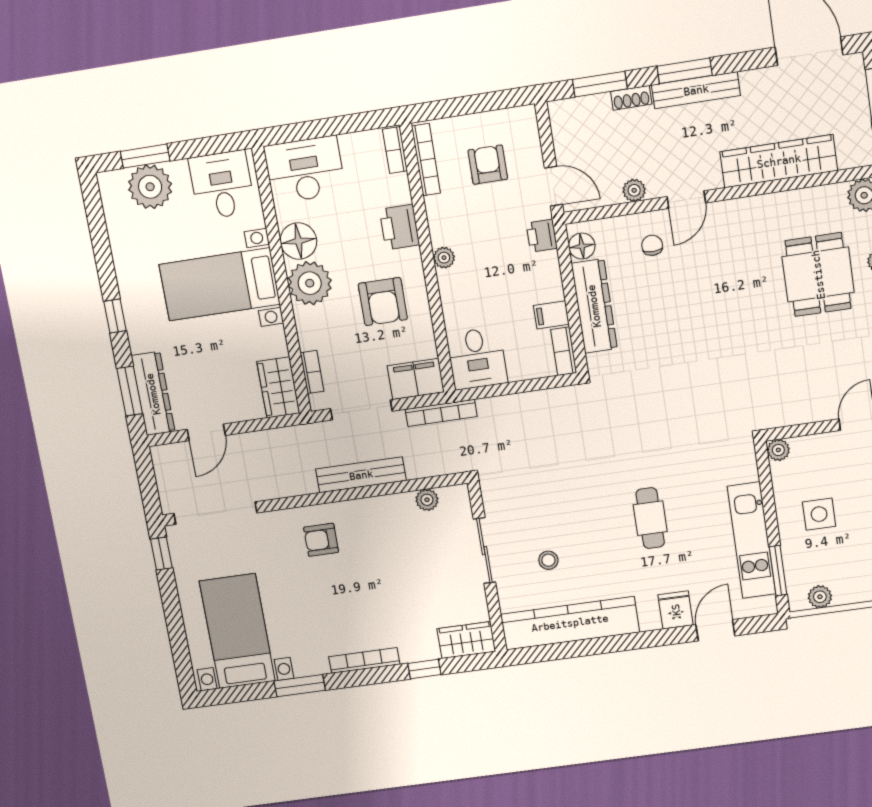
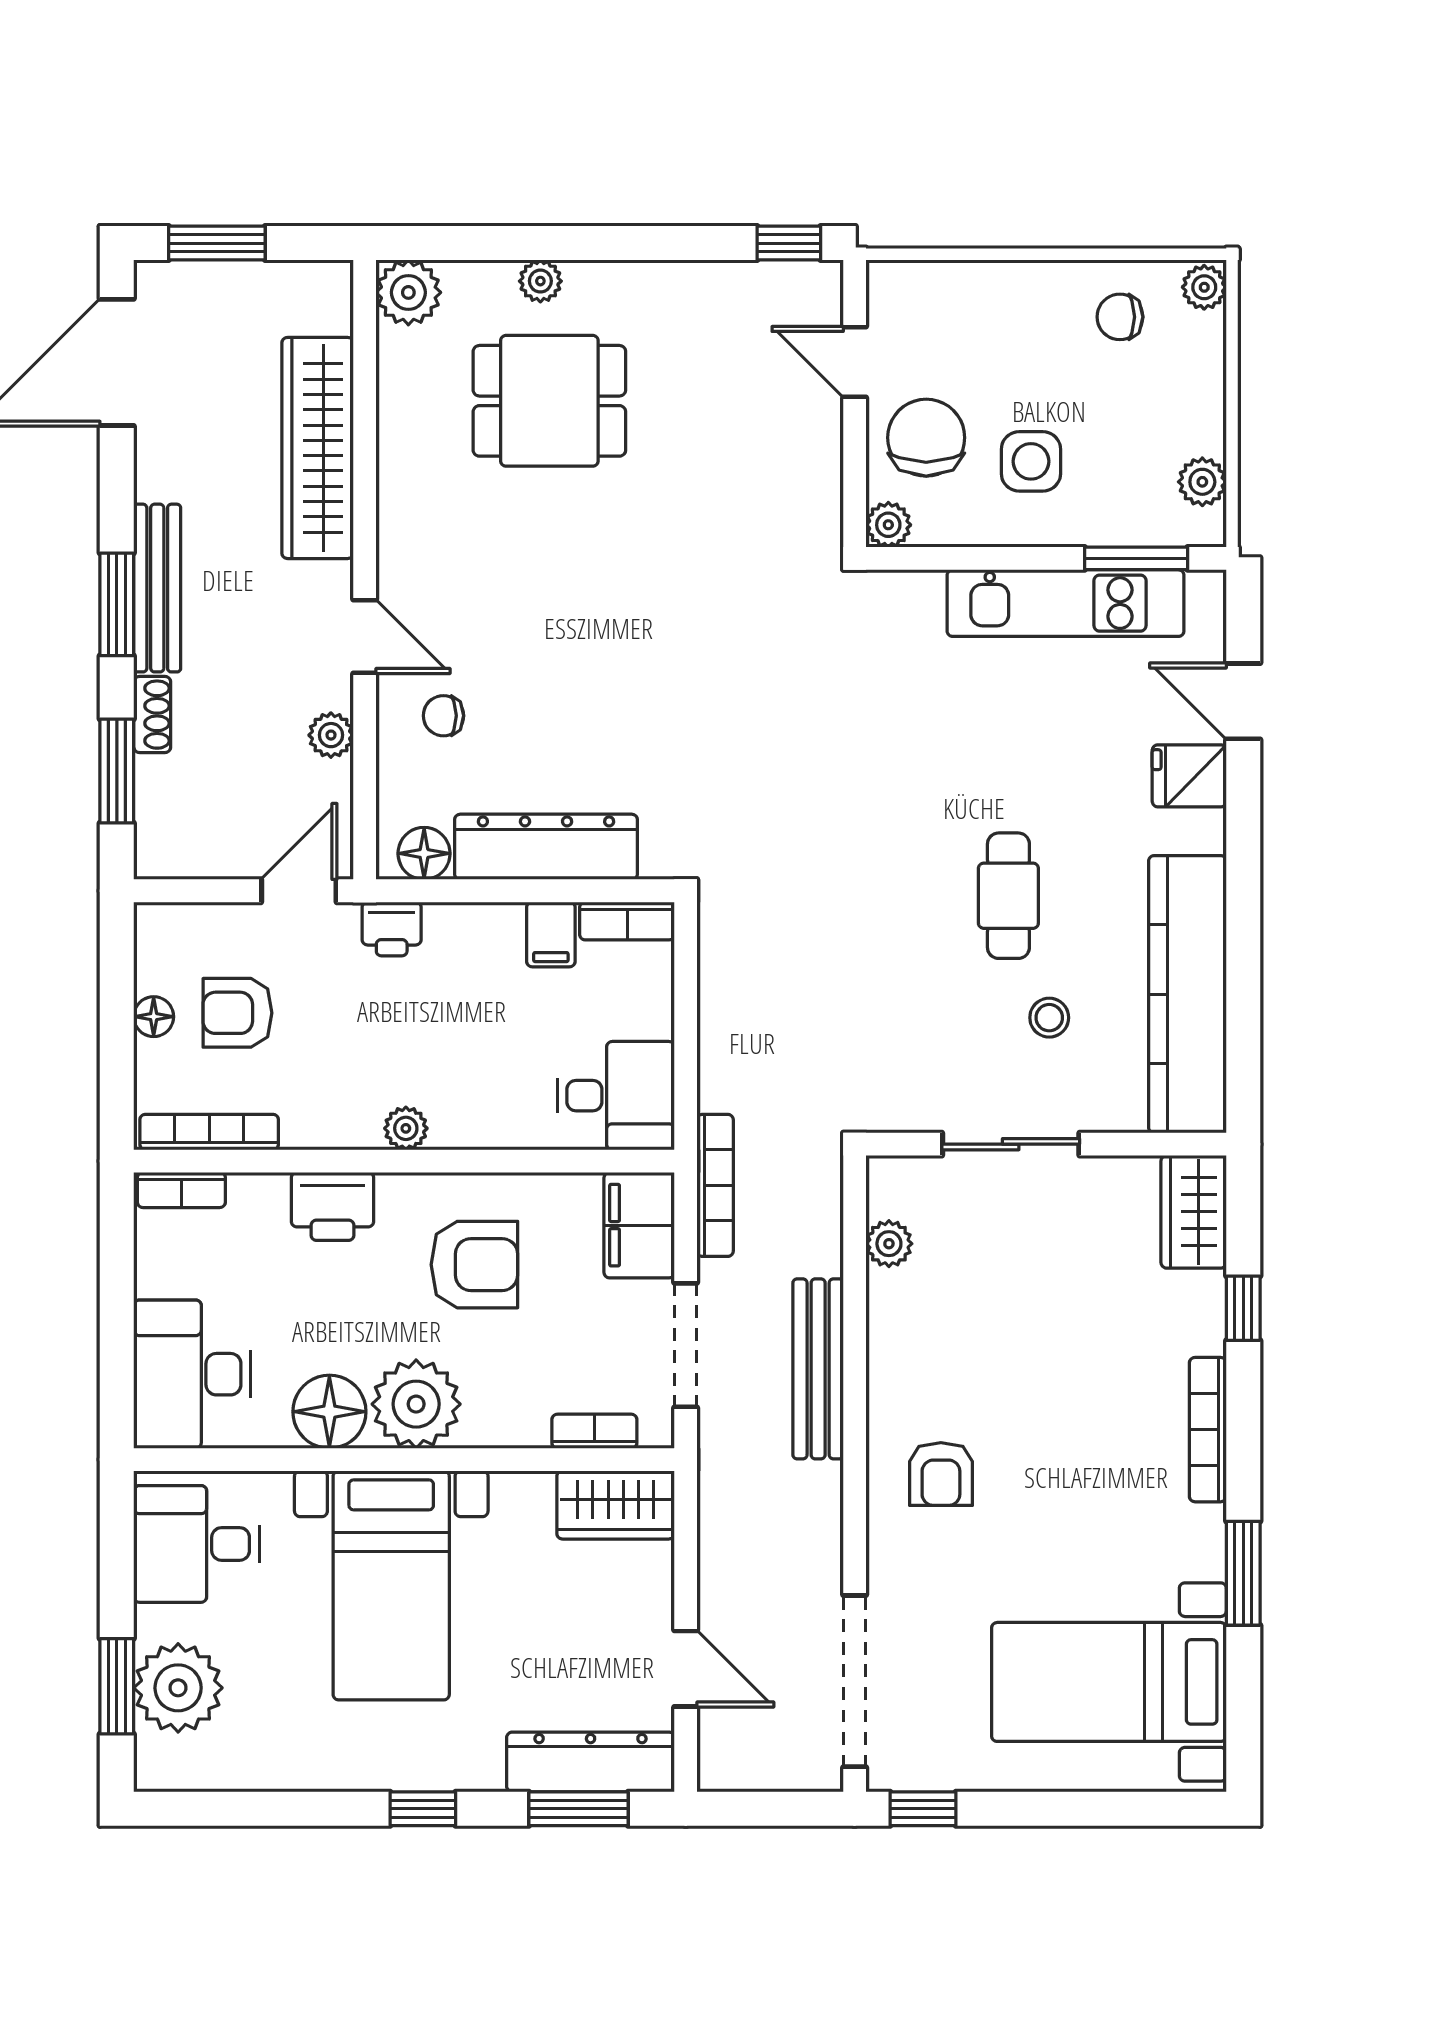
floor lamp: (479, 122) -> (154, 1017), added
chair: (824, 462) -> (926, 438), added
cafe table: (650, 518) -> (1008, 896), moved, turned 90

